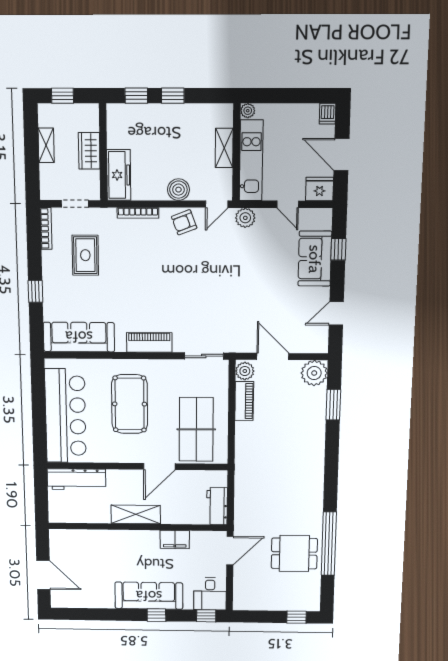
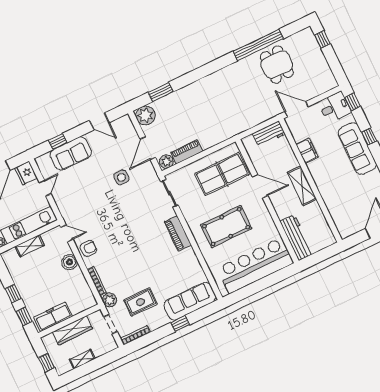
wardrobe: (89, 151) -> (73, 330), width x1.50
freezer: (119, 175) -> (53, 317), moved
plant: (245, 218) -> (110, 300), moved
armchair: (184, 222) -> (88, 248), turned -69
side table: (253, 307) -> (121, 177), added
sofa: (79, 337) -> (190, 301), moved, turned 90

